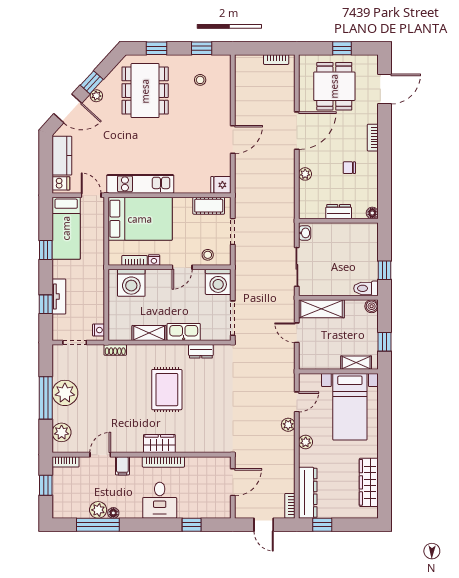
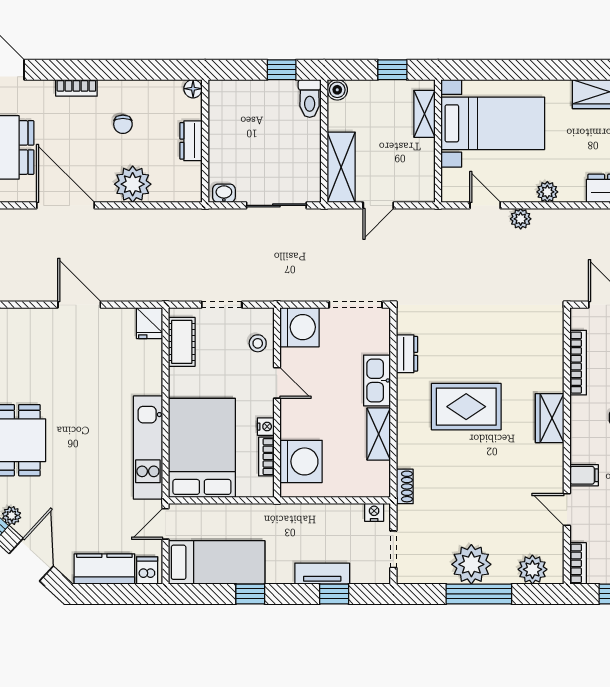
plant: (305, 174) -> (133, 184), width x1.88, depth x1.88
bookcase: (163, 462) -> (578, 363), moved

